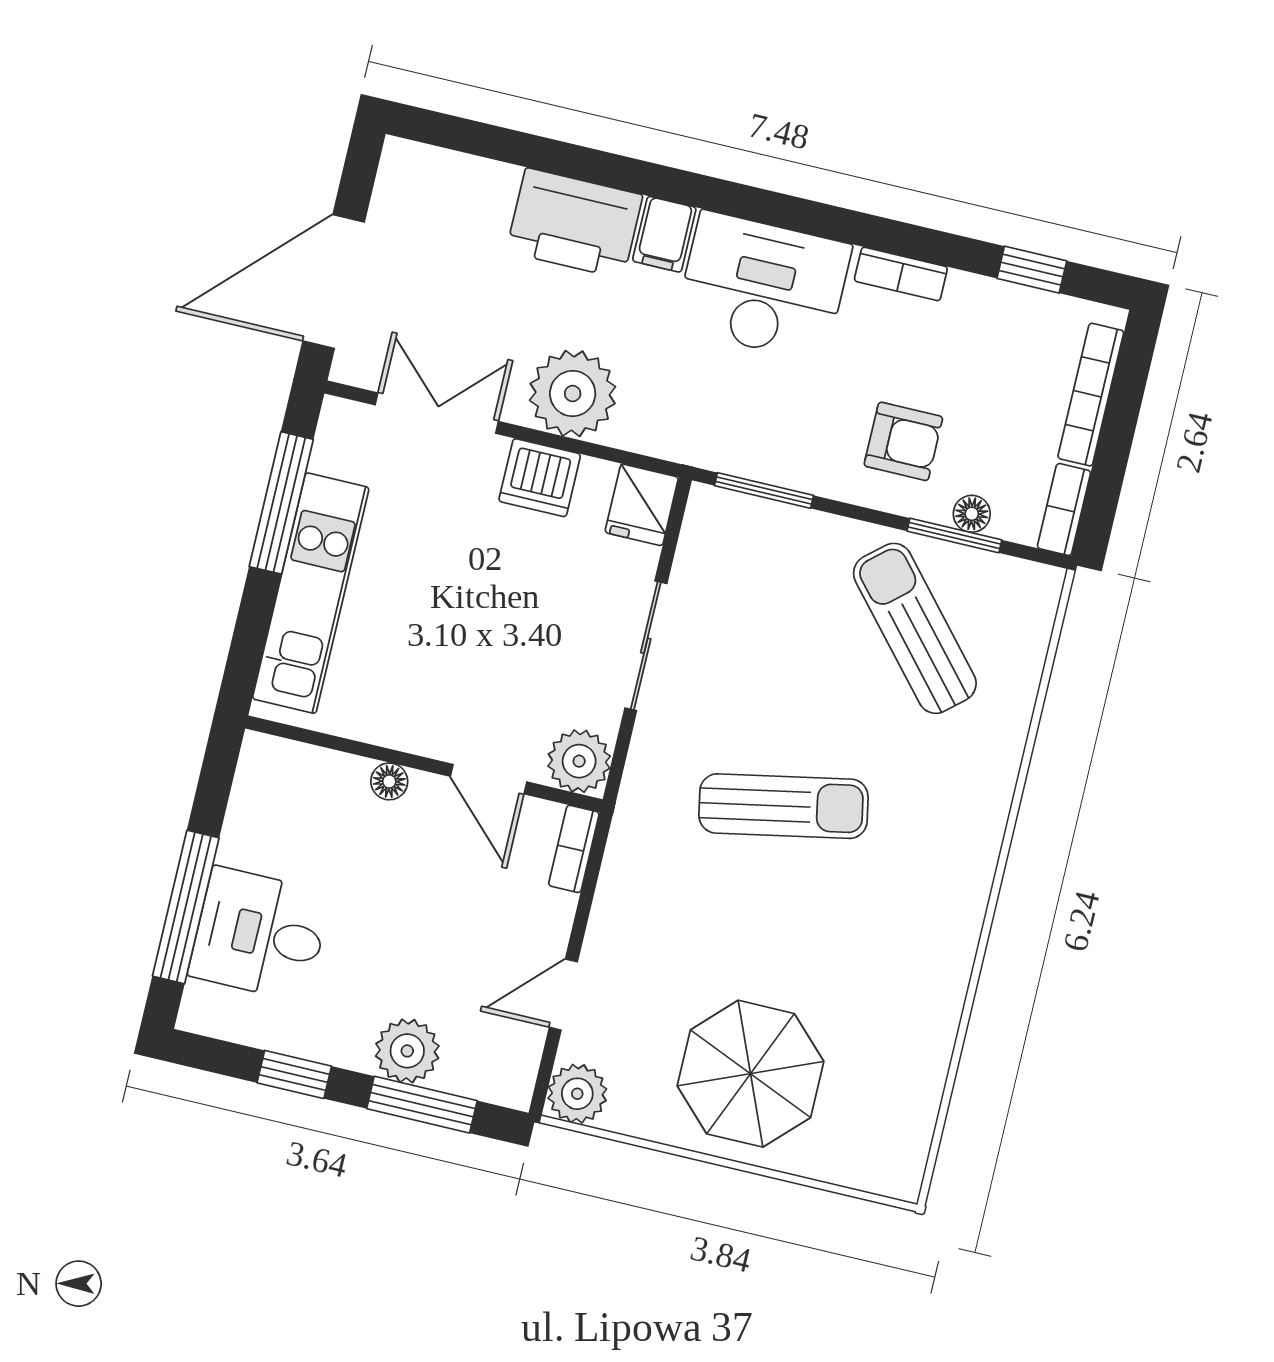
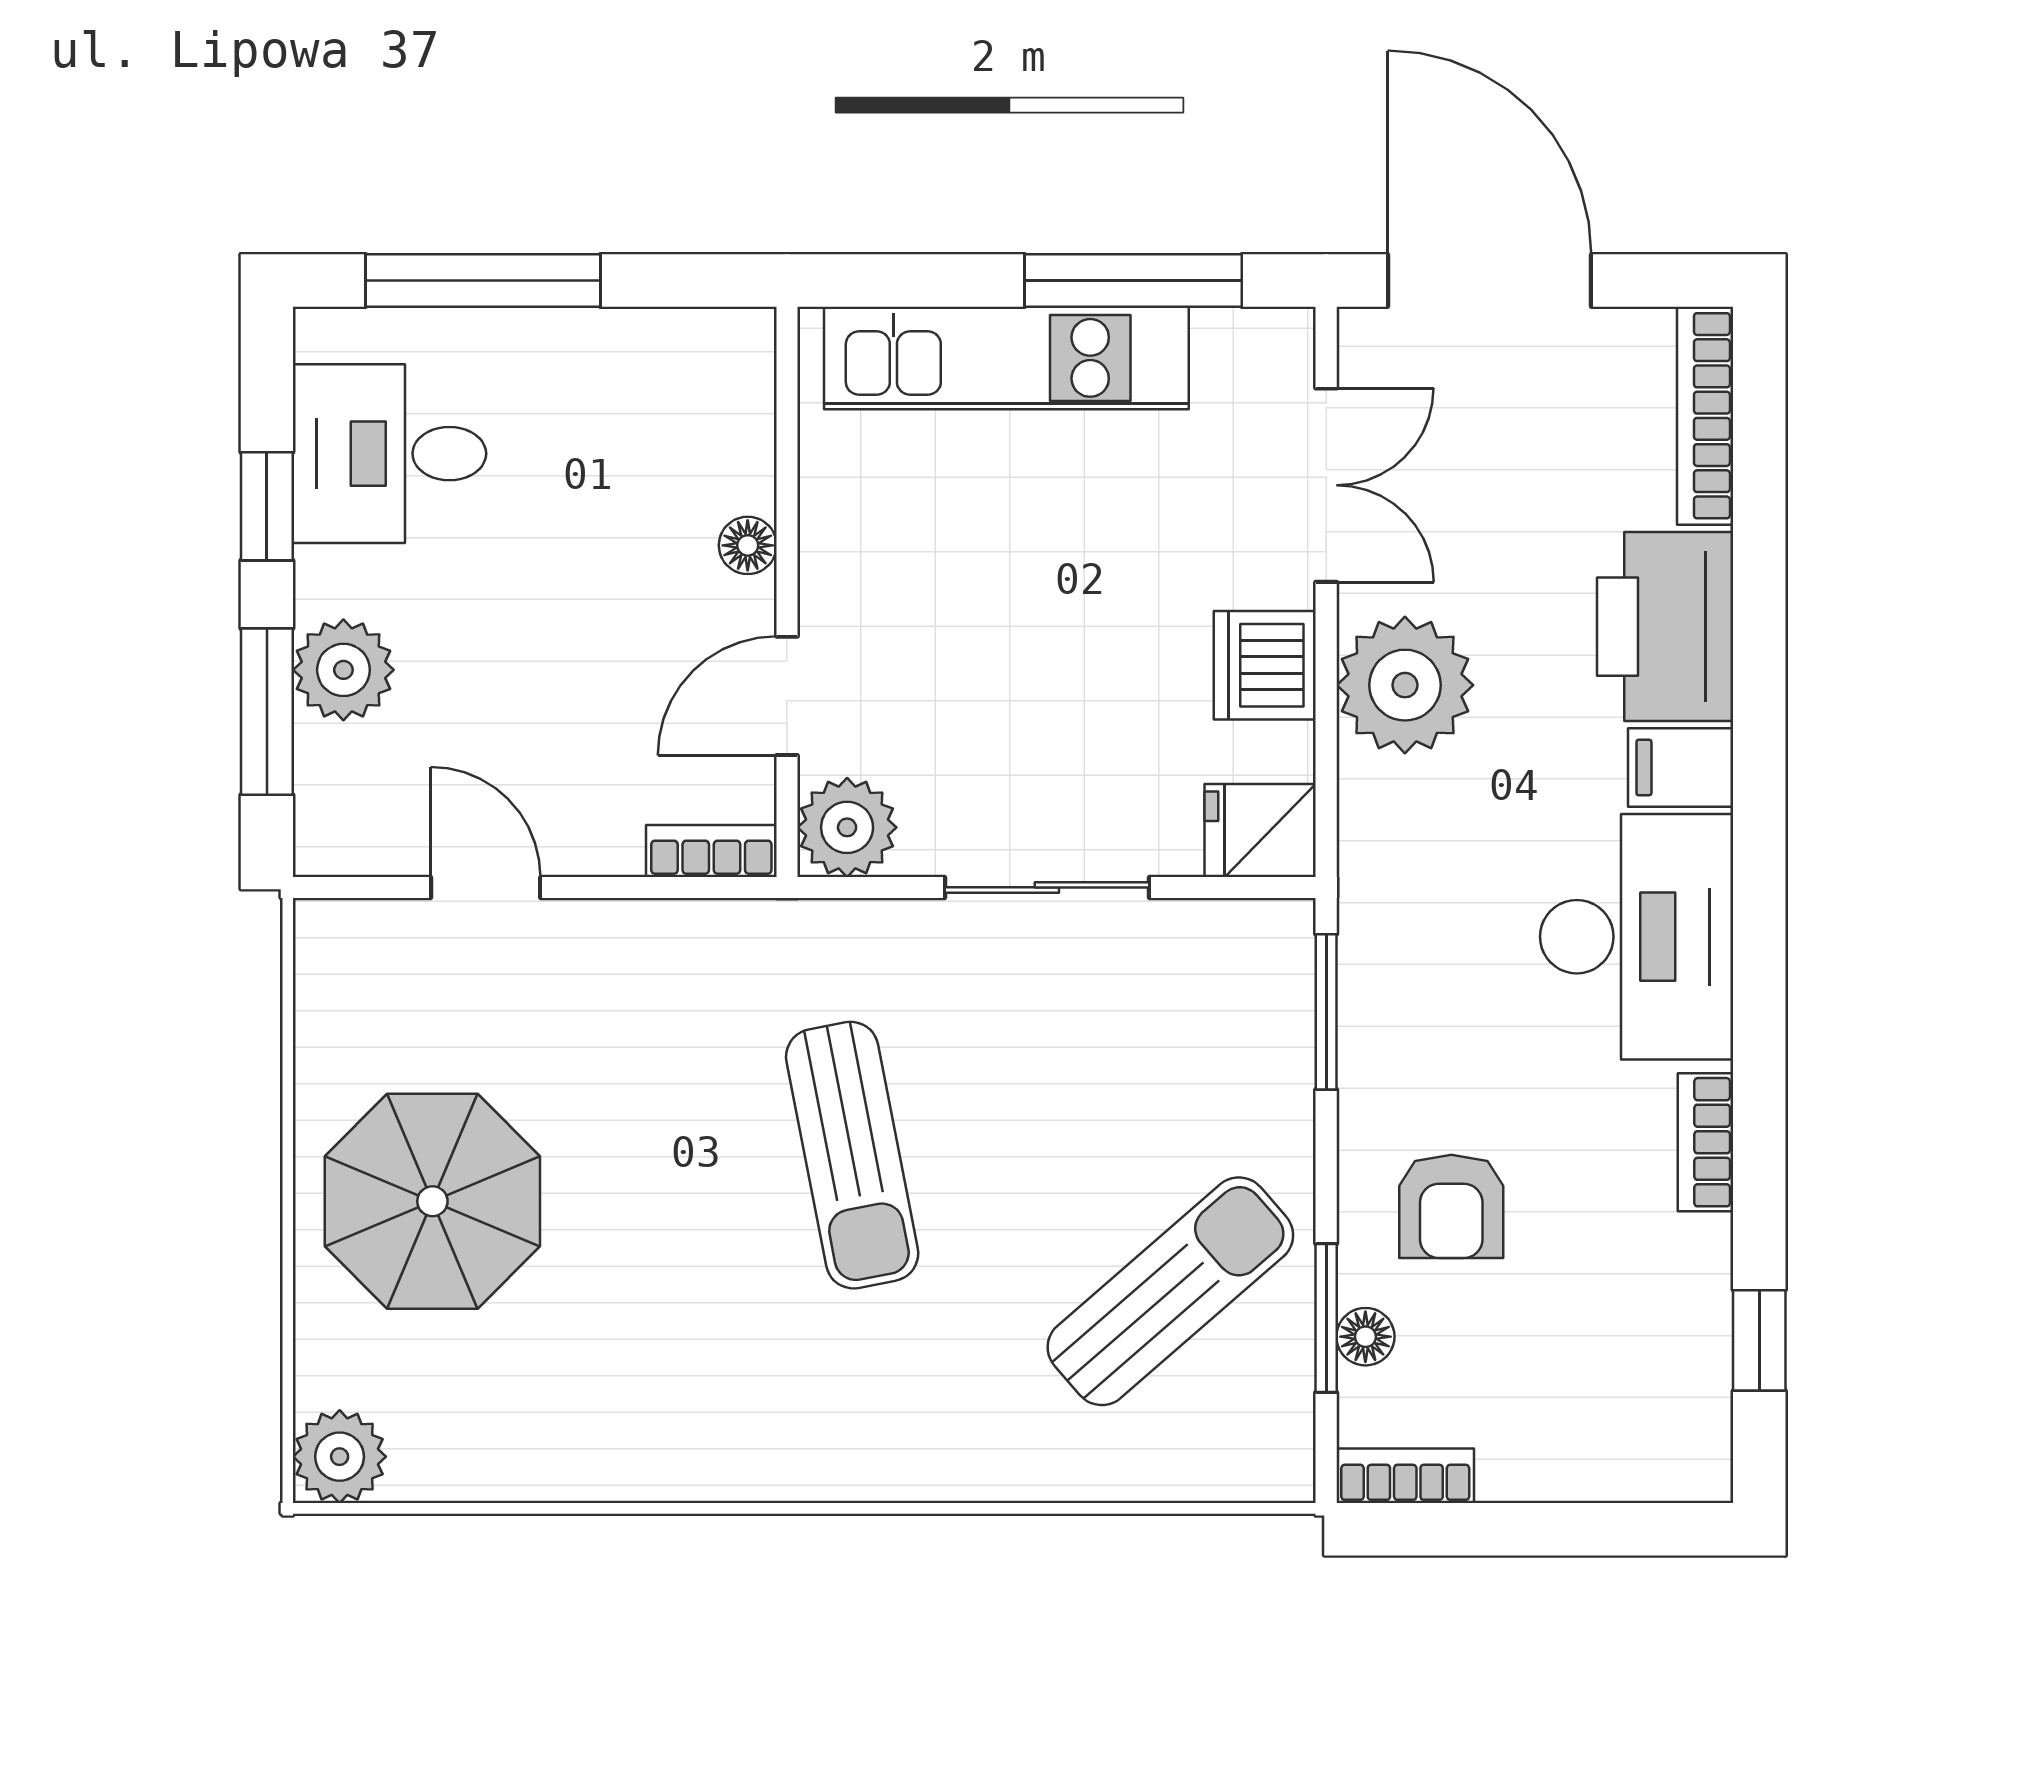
bookcase: (1091, 395) -> (1705, 416), moved, turned -90
desk: (260, 934) -> (390, 454), moved, turned -90
plant: (577, 1094) -> (340, 1457), moved

